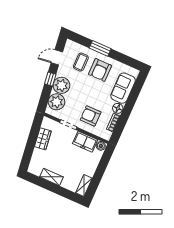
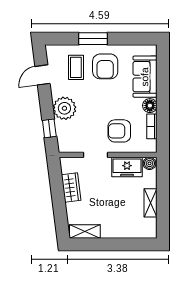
window: (50, 79) -> (49, 128), moved
plant: (56, 102) -> (67, 132), removed
shelving: (52, 177) -> (85, 231), moved
shelving: (84, 186) -> (151, 203), moved

